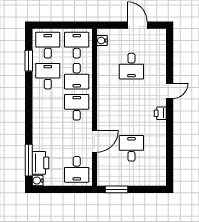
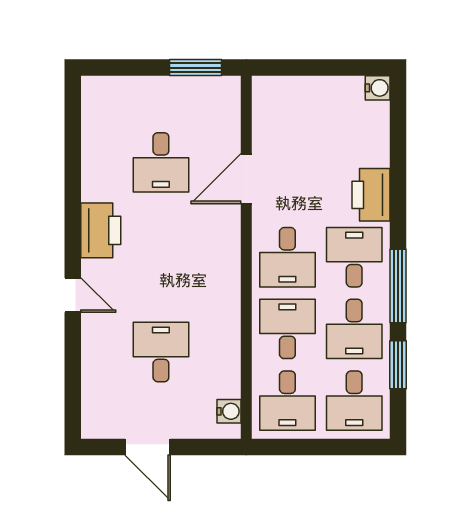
door: (170, 91) -> (73, 295), swing flipped
printer: (160, 113) -> (101, 230), width x1.87, depth x1.48
window: (29, 160) -> (398, 286), moved
printer: (40, 163) -> (371, 195), moved
desk: (77, 169) -> (354, 257), moved

